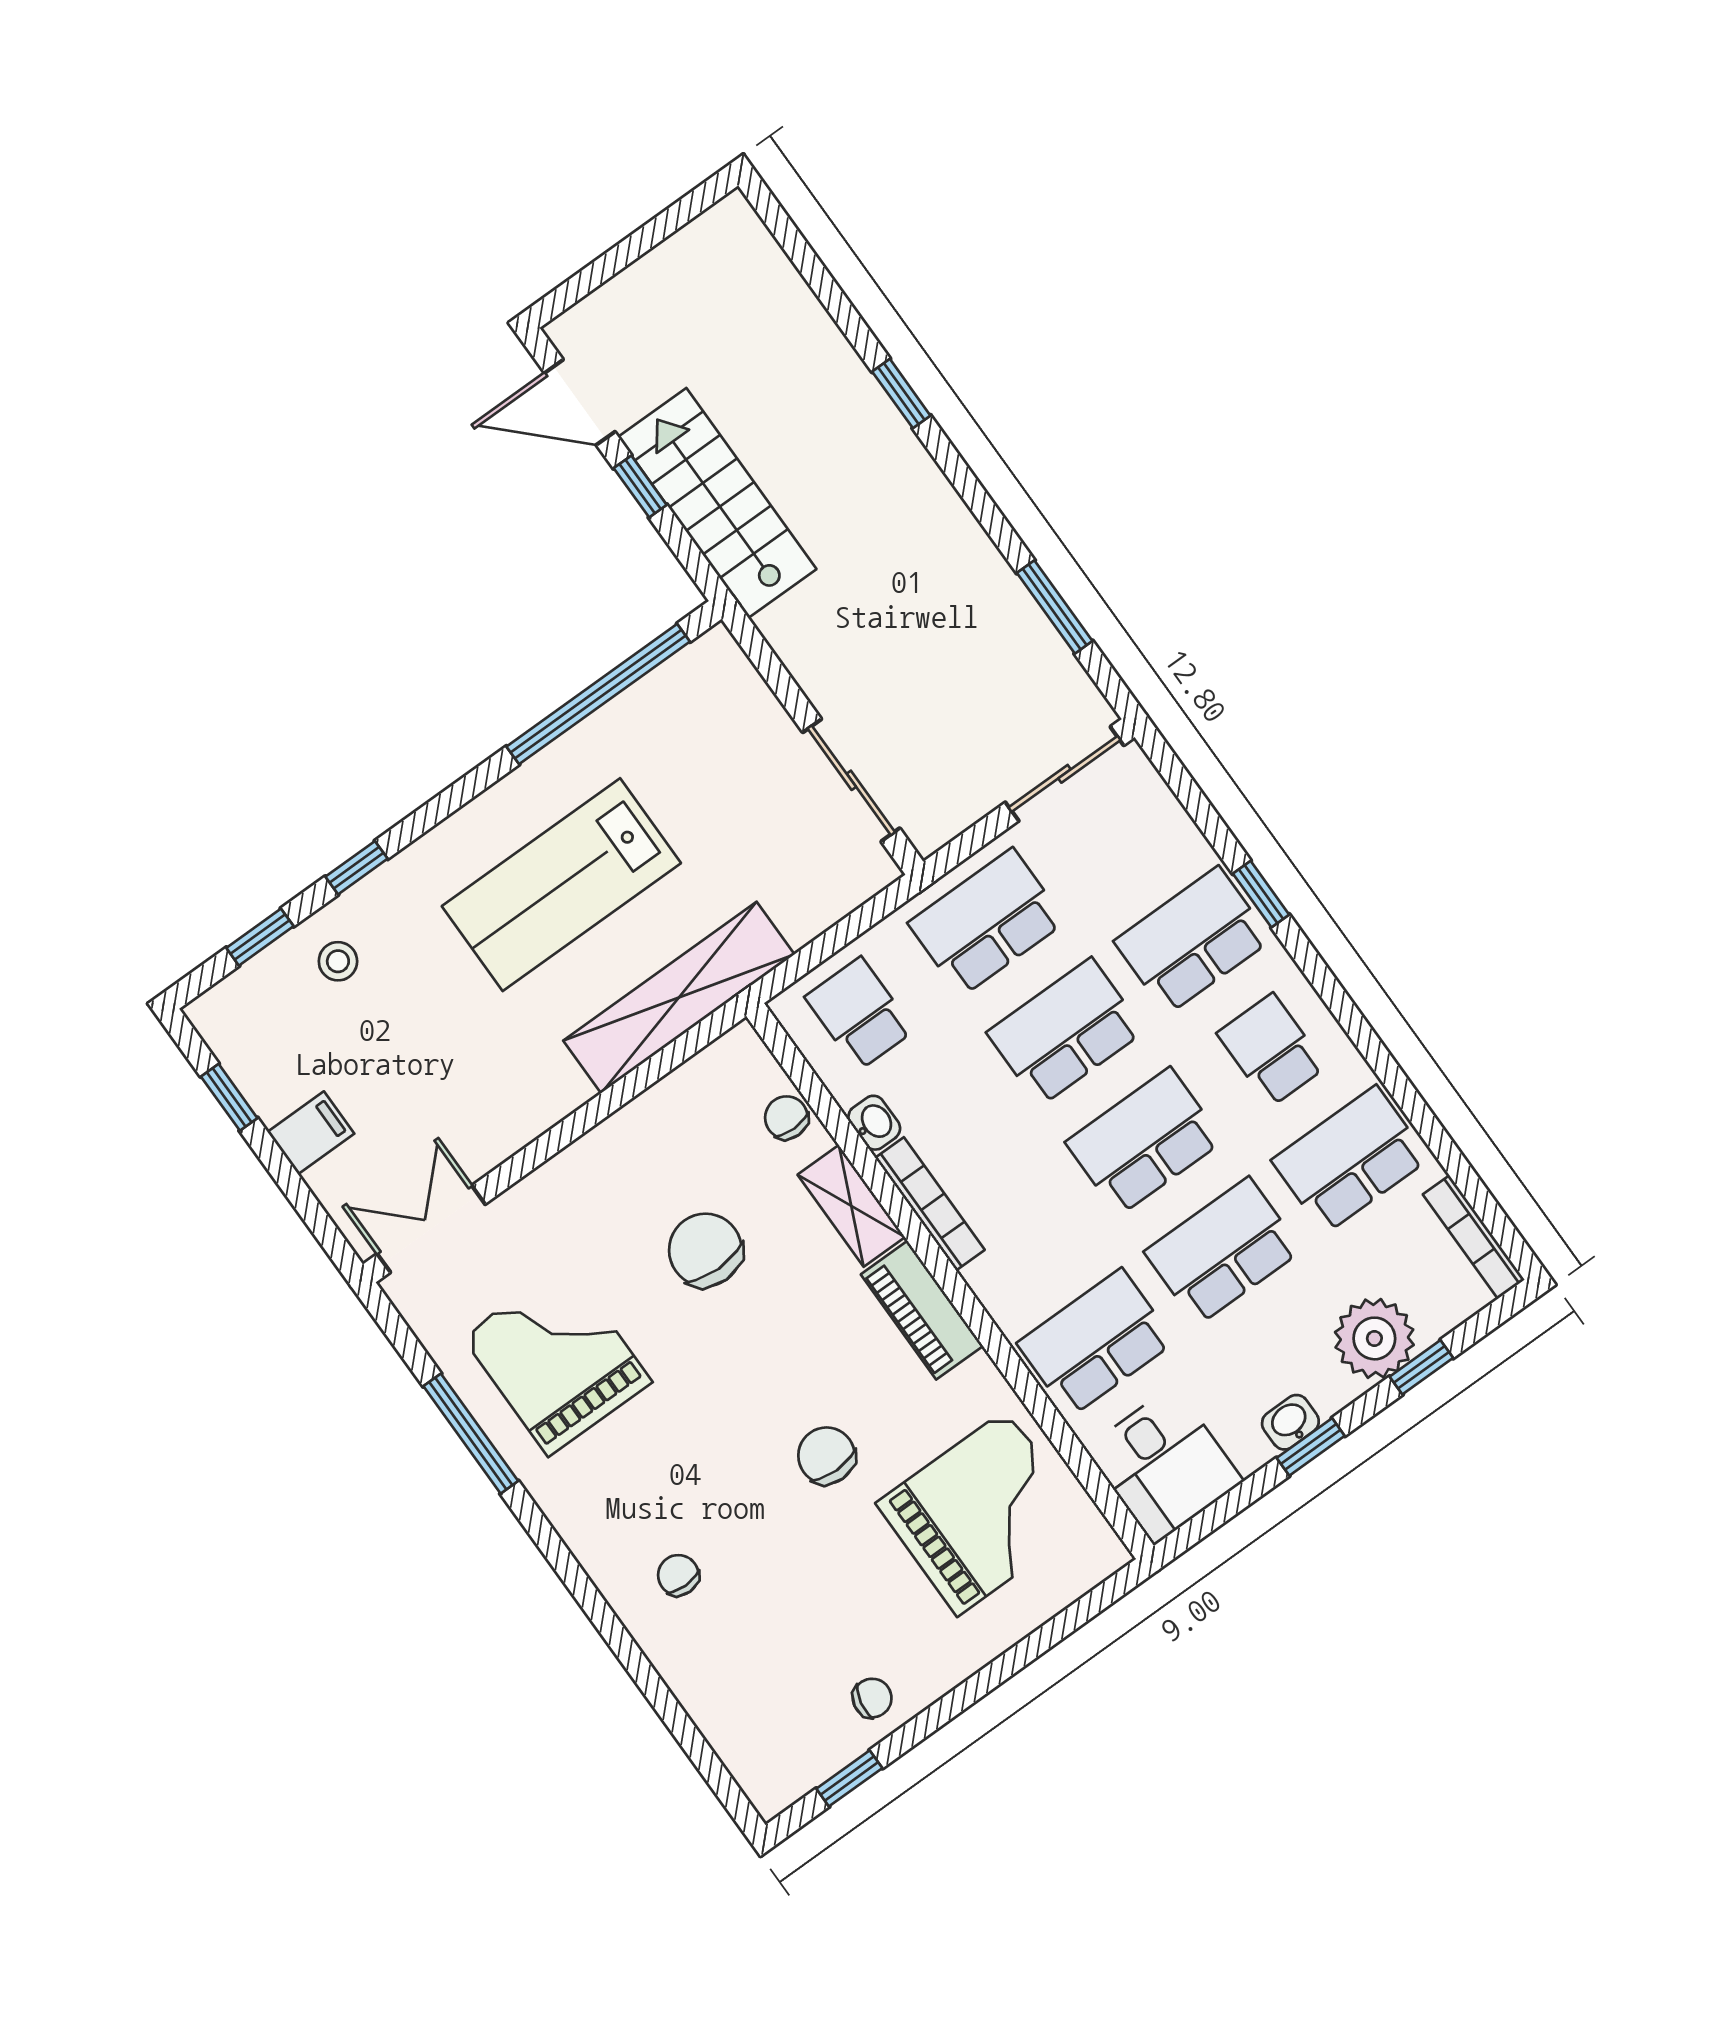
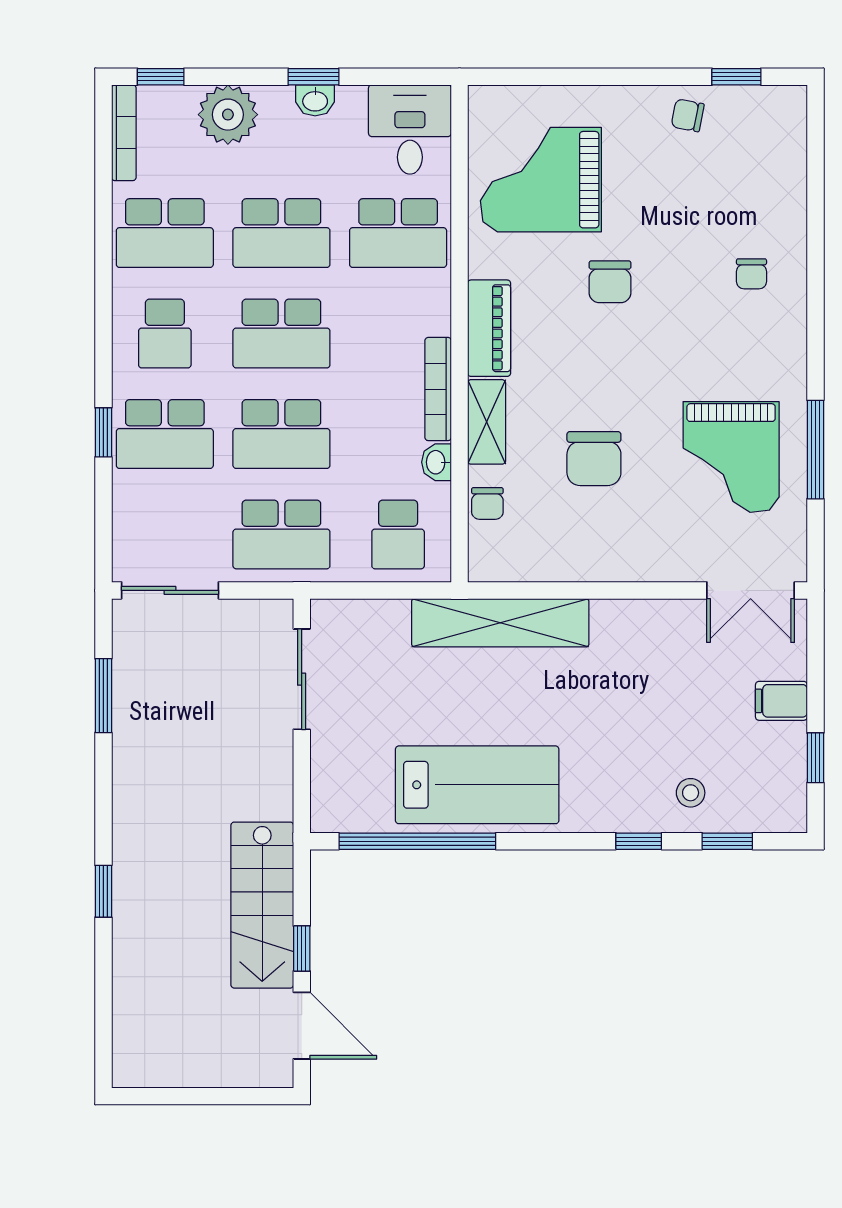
lab bench: (561, 885) -> (477, 785), moved
window: (1421, 1367) -> (161, 77), moved

